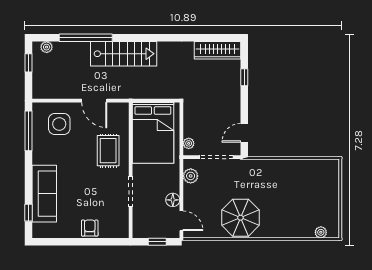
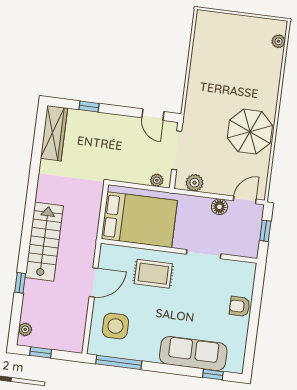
window: (86, 38) -> (20, 283), width x0.32

